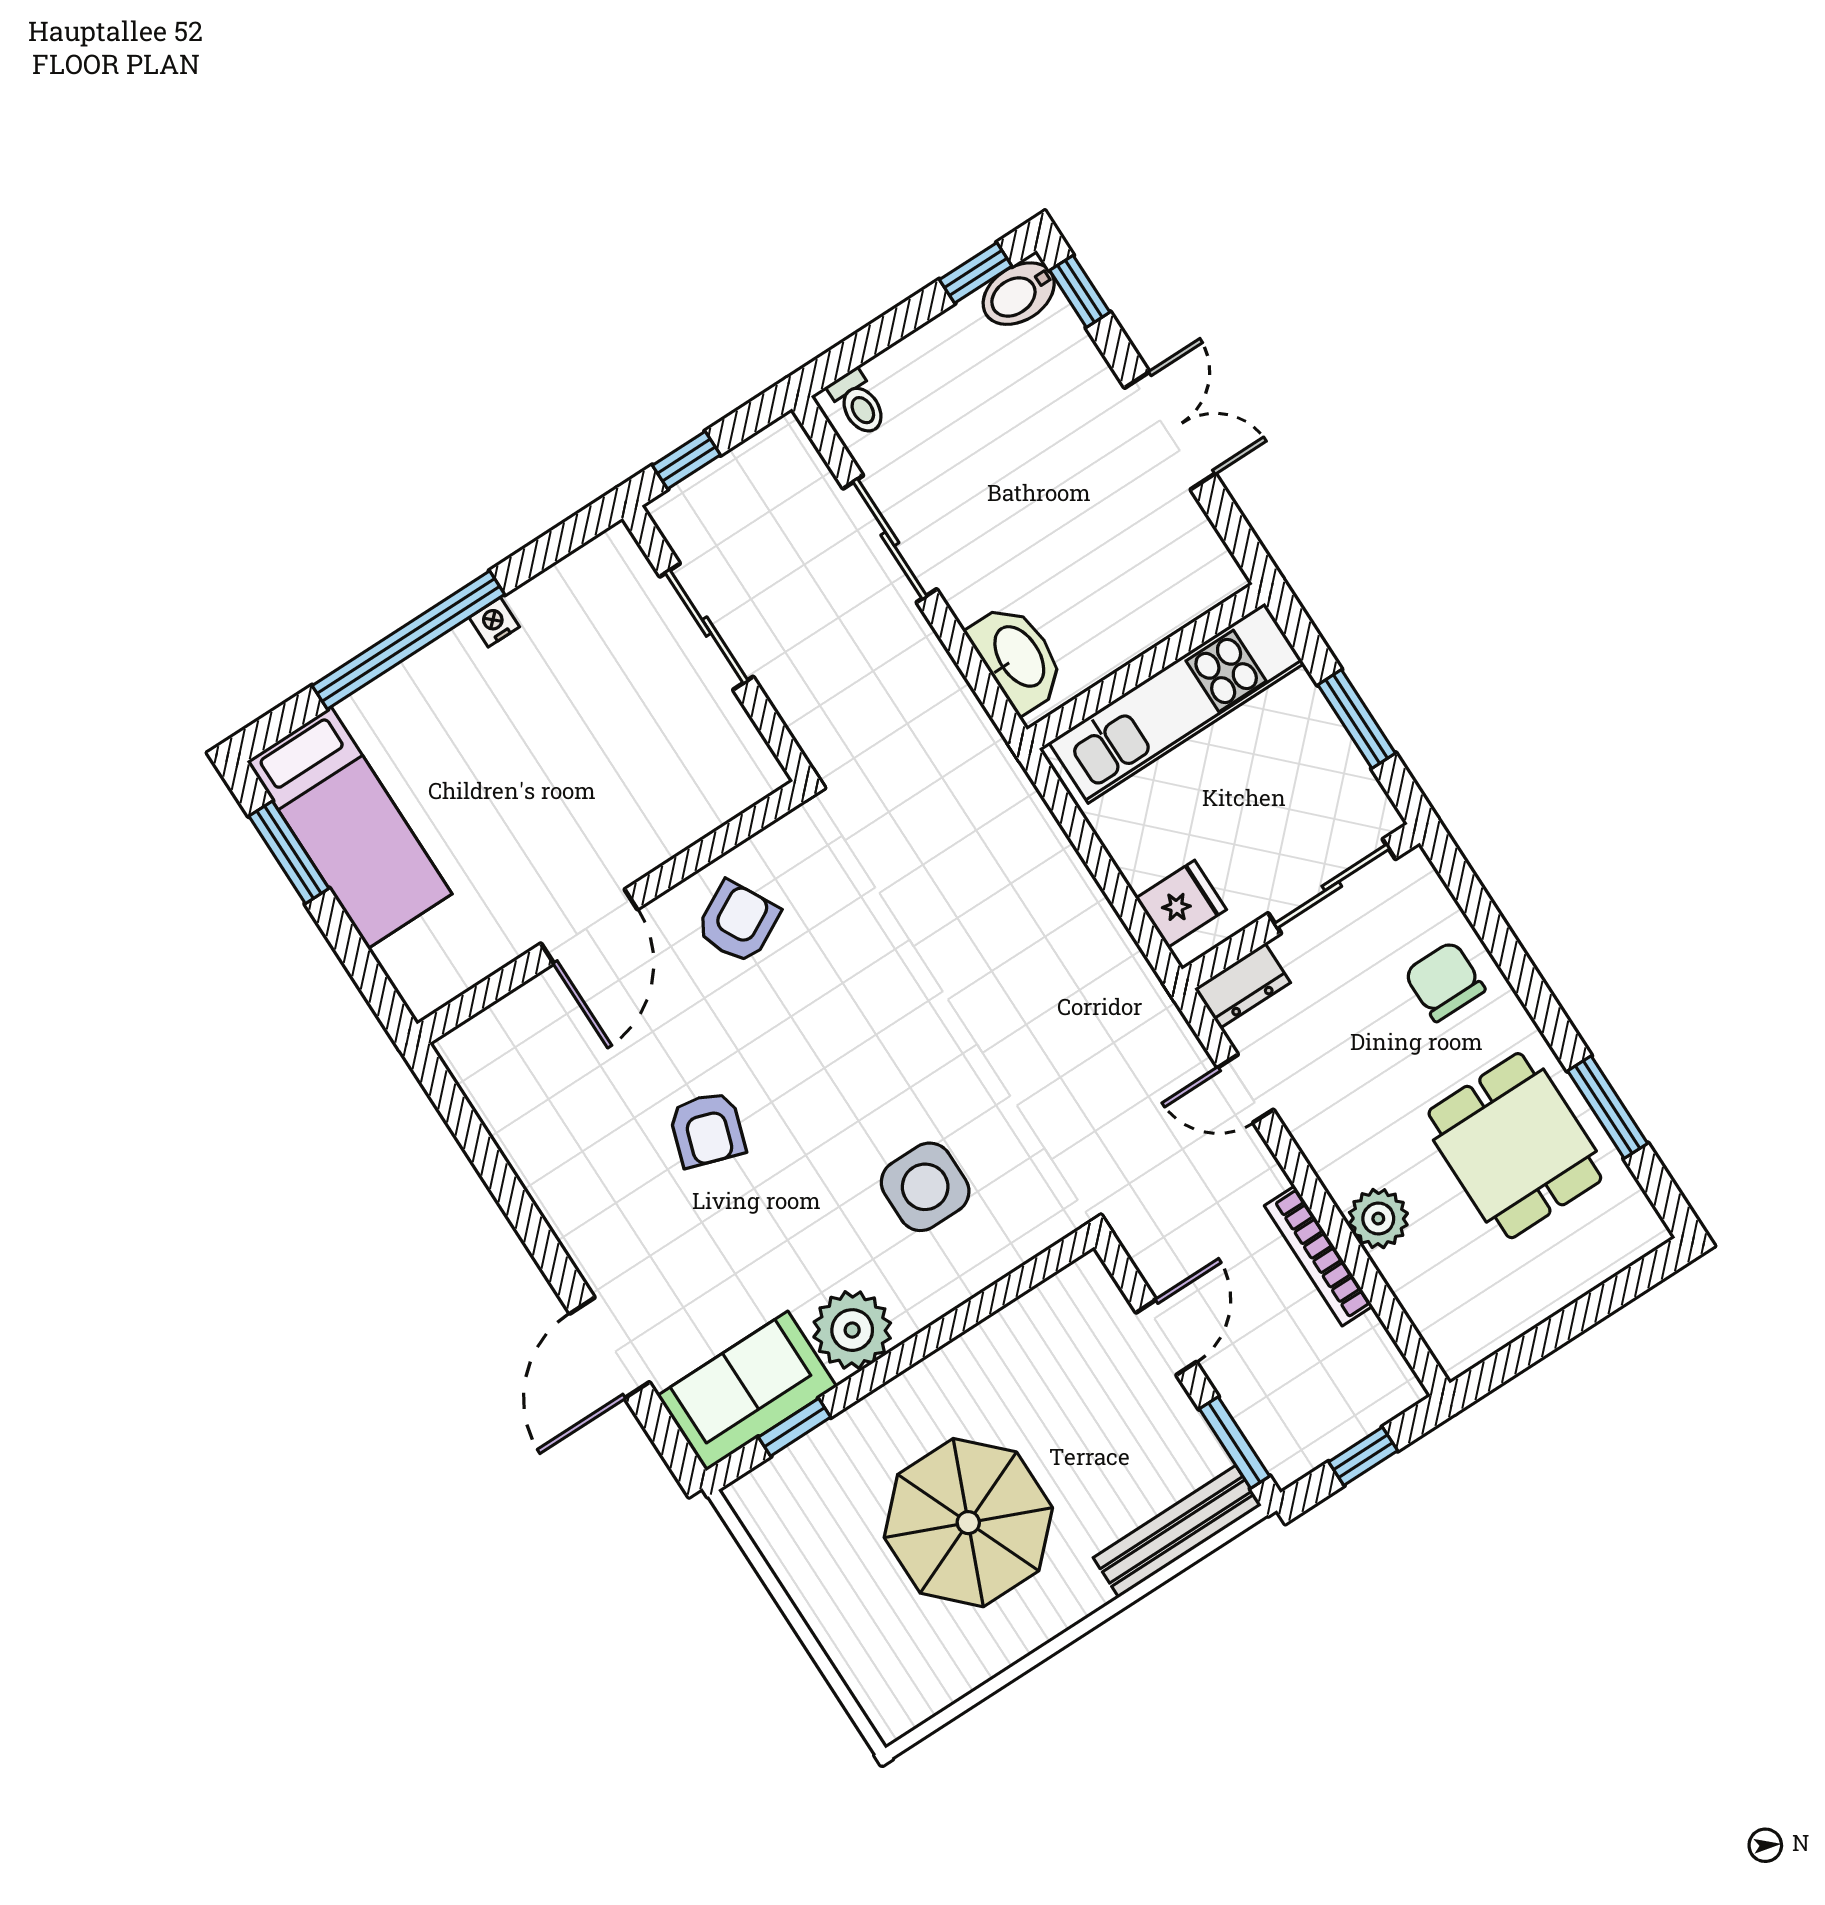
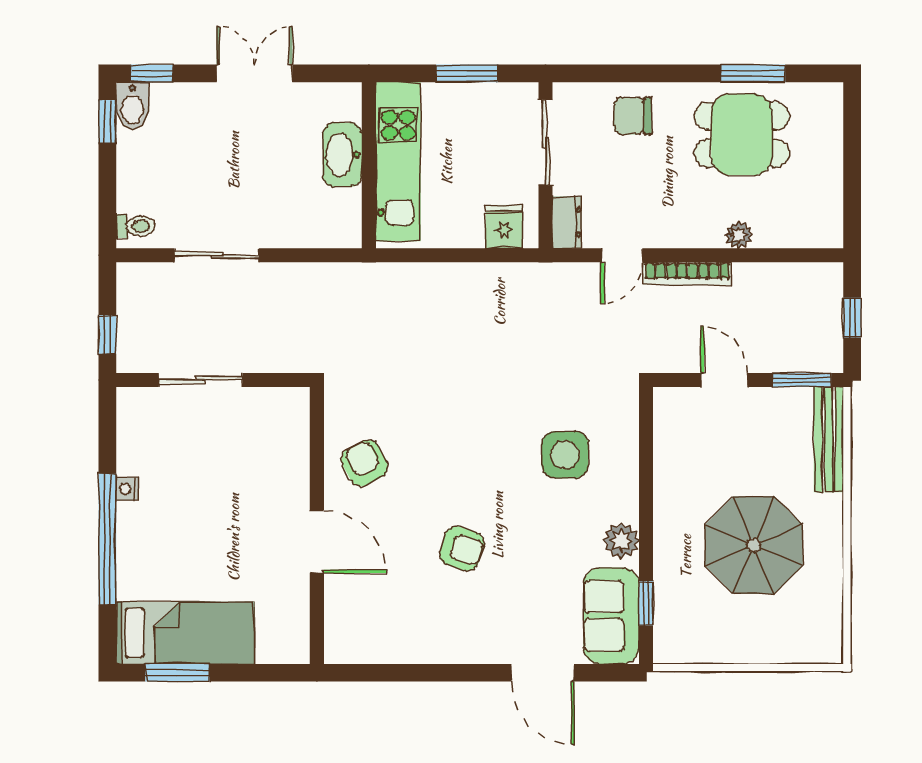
washbasin: (1018, 657) -> (342, 155), moved, turned -90
plant: (1378, 1219) -> (739, 235), width x0.73, depth x0.73
bookcase: (1319, 1256) -> (687, 274), moved
plant: (852, 1330) -> (621, 541), width x0.73, depth x0.73

